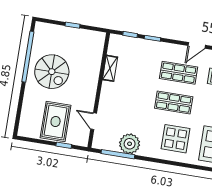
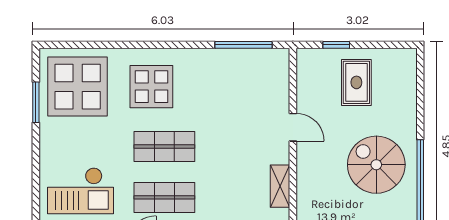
door: (94, 121) -> (293, 127), moved
rug: (56, 122) -> (356, 82), width x0.73, depth x0.70
plant: (130, 144) -> (227, 66), removed

